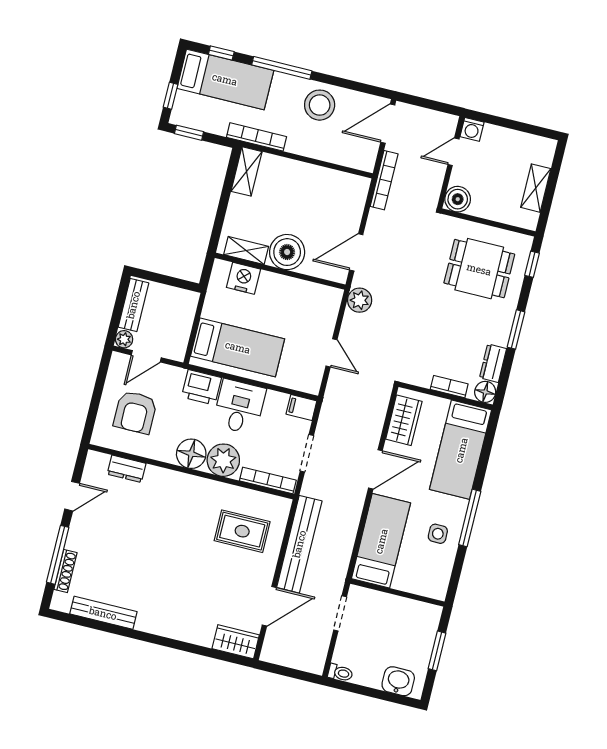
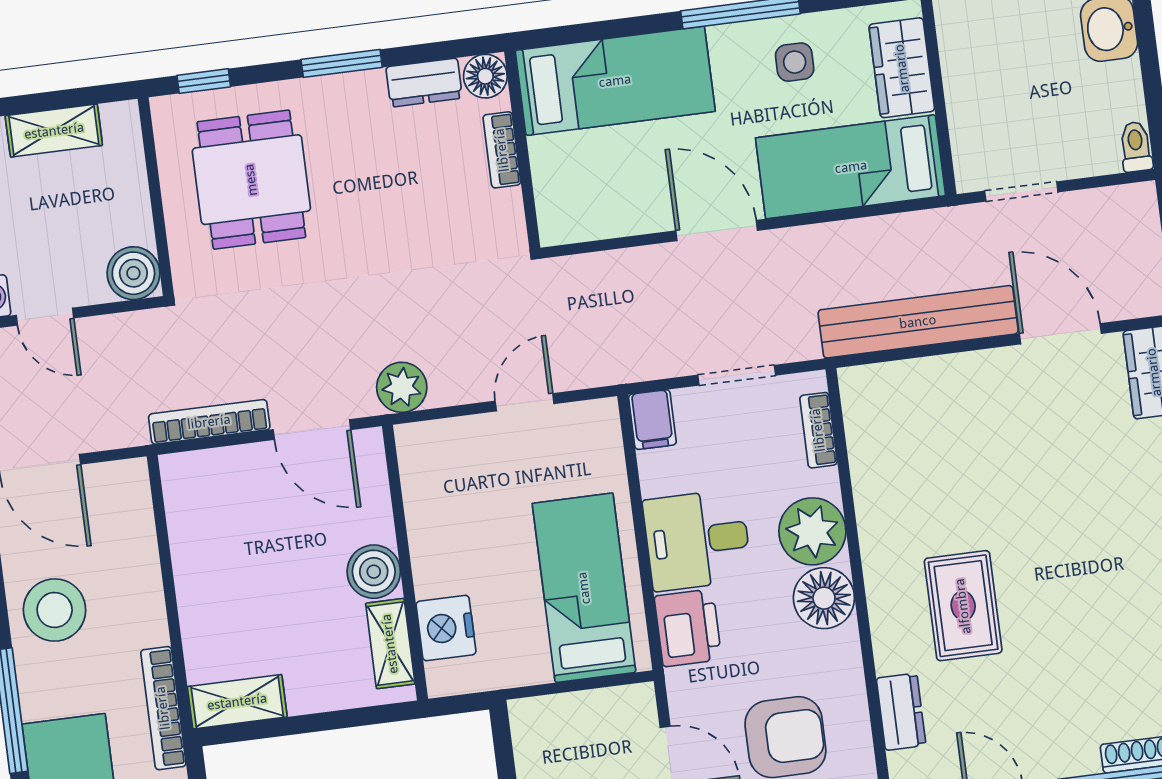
bookcase: (384, 180) -> (209, 422), moved
boiler: (287, 252) -> (374, 572), width x0.73, depth x0.73
wardrobe: (404, 420) -> (902, 68), moved, turned -90
bookcase: (268, 480) -> (818, 430), width x0.64
rug: (242, 531) -> (963, 606), moved

